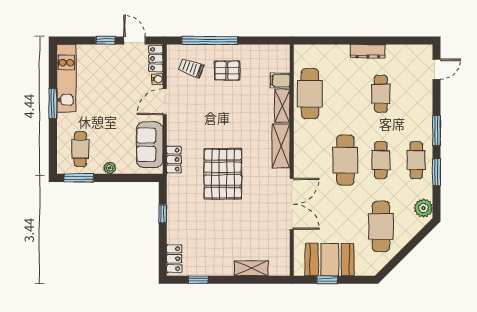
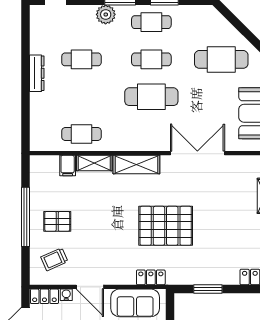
window: (210, 40) -> (25, 217), moved
trolley: (191, 68) -> (54, 259), turned 46
pallet: (227, 71) -> (57, 221), turned 90
cafe table: (310, 94) -> (81, 134), width x0.73, depth x0.74
plant: (424, 208) -> (106, 14), moved
window: (163, 214) -> (208, 289), width x1.50

